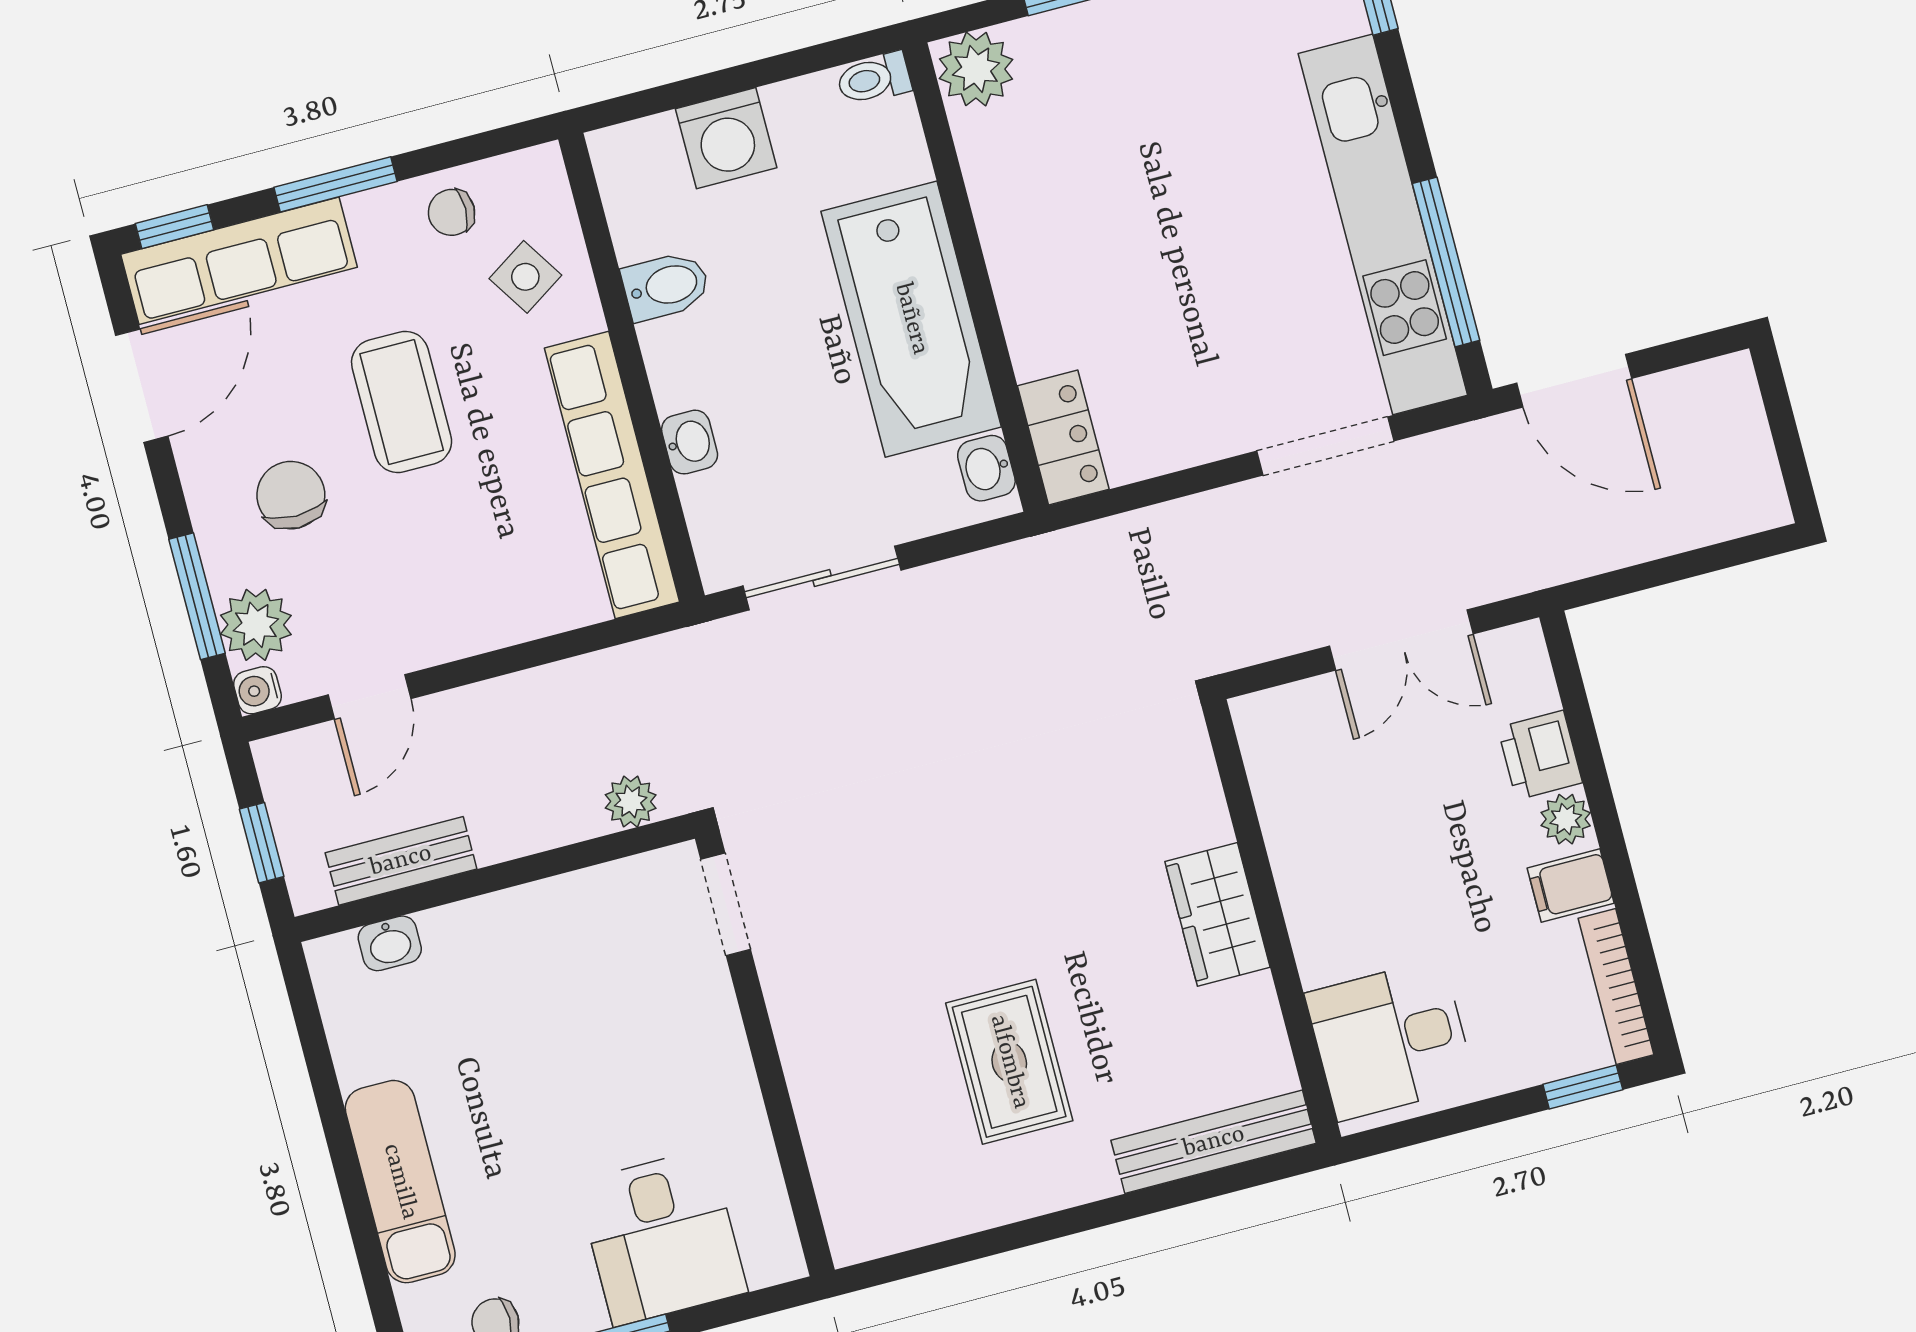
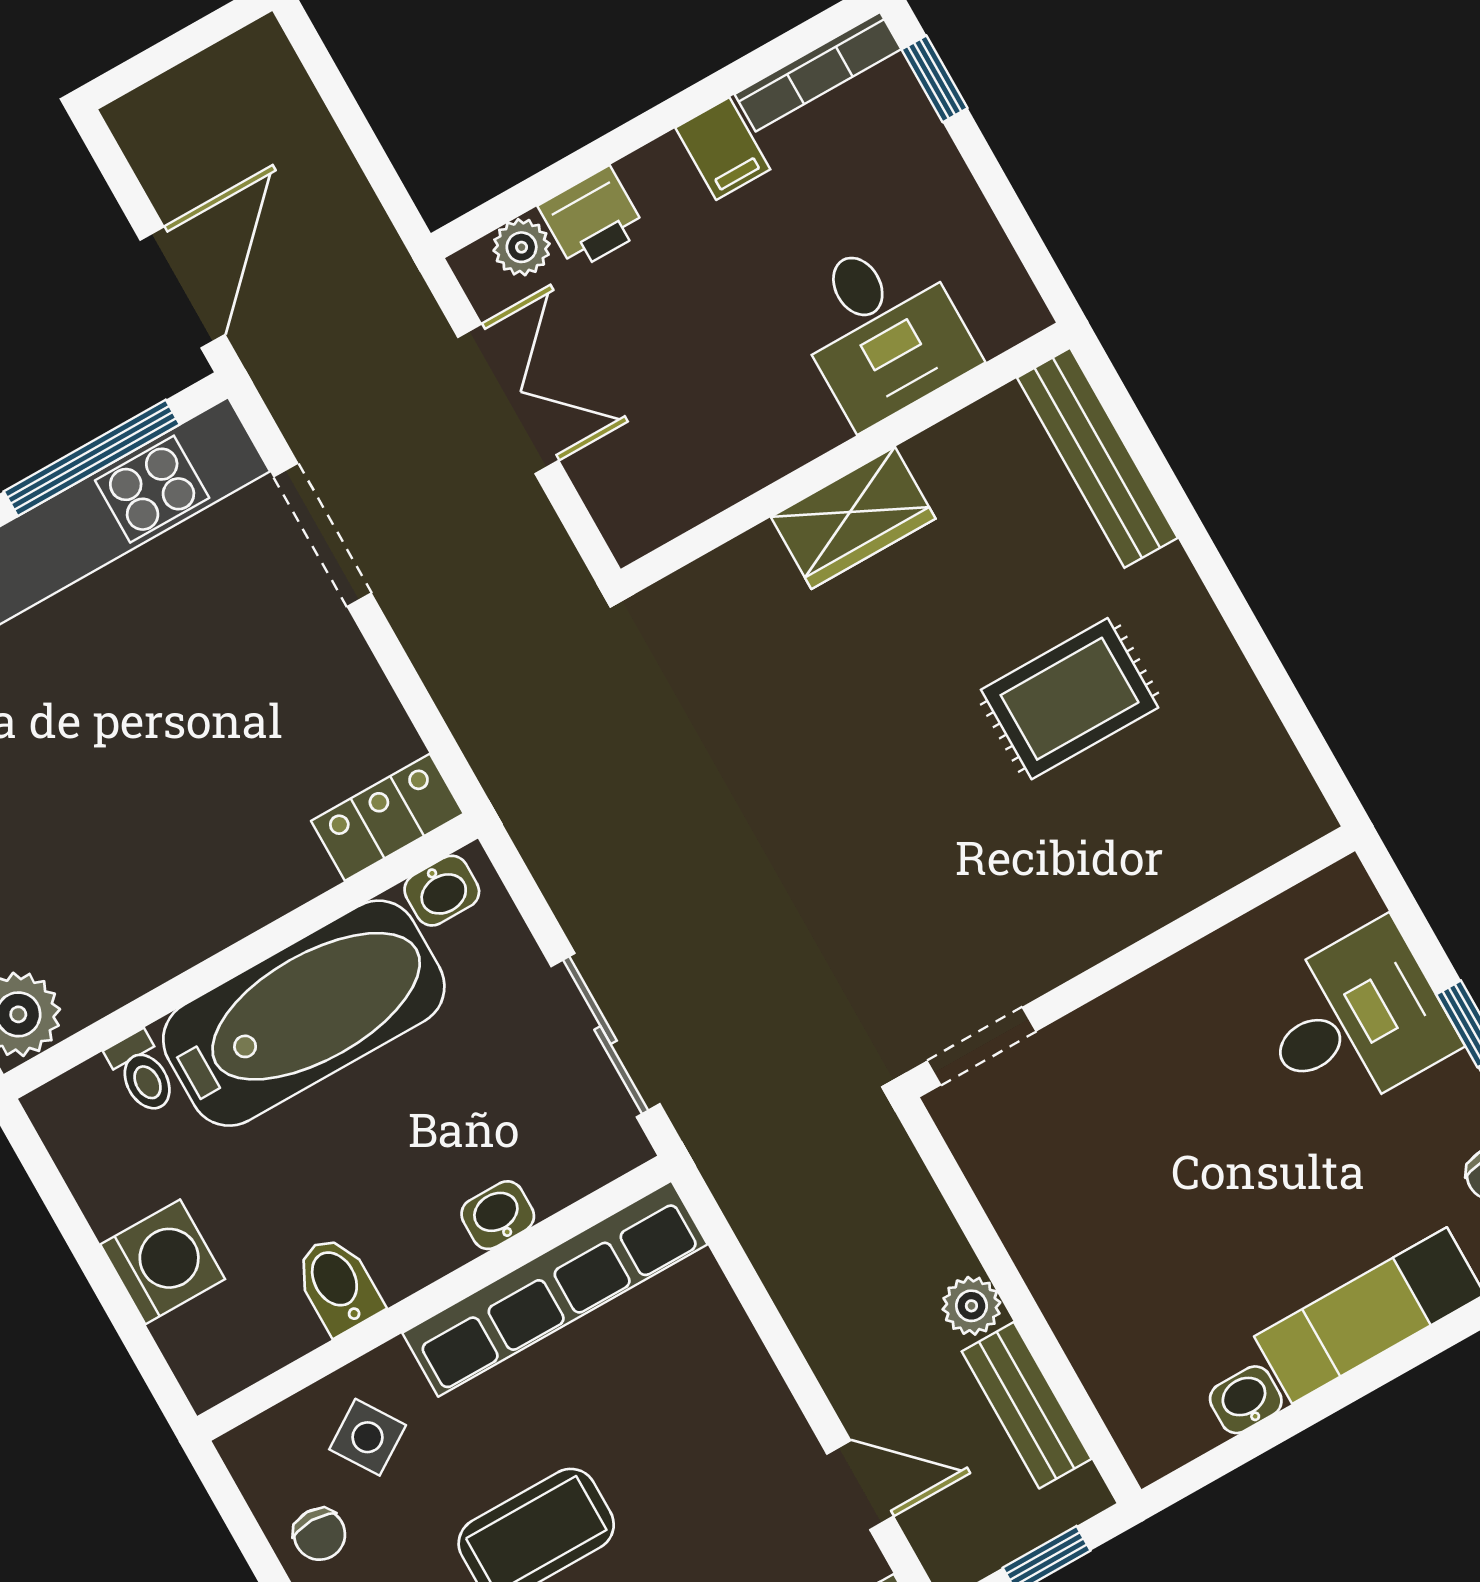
toilet: (874, 79) -> (142, 1073), moved
plant: (631, 802) -> (971, 1306), moved
plant: (1566, 819) -> (522, 247), moved
washbasin: (390, 943) -> (1246, 1400), moved, turned -90
desk: (1390, 1040) -> (882, 329), moved

